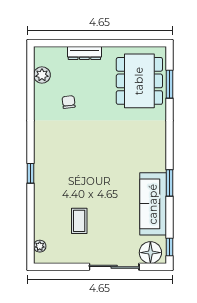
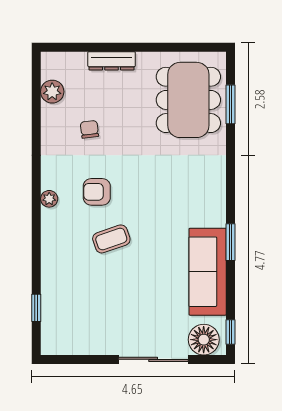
armchair: (74, 147) -> (97, 192), added
window: (31, 173) -> (36, 308), moved
coffee table: (79, 221) -> (111, 239), moved, turned 71
plant: (40, 246) -> (49, 199), moved

